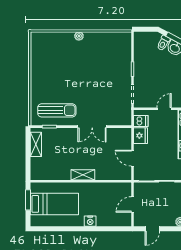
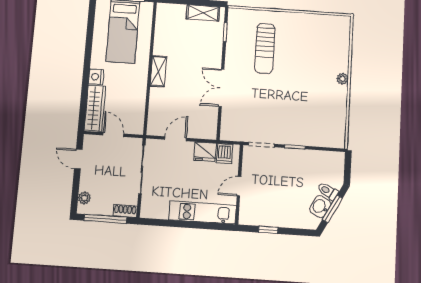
door: (164, 109) -> (239, 186), swing flipped
sun lounger: (57, 110) -> (265, 48), moved
wardrobe: (114, 220) -> (95, 108), added

